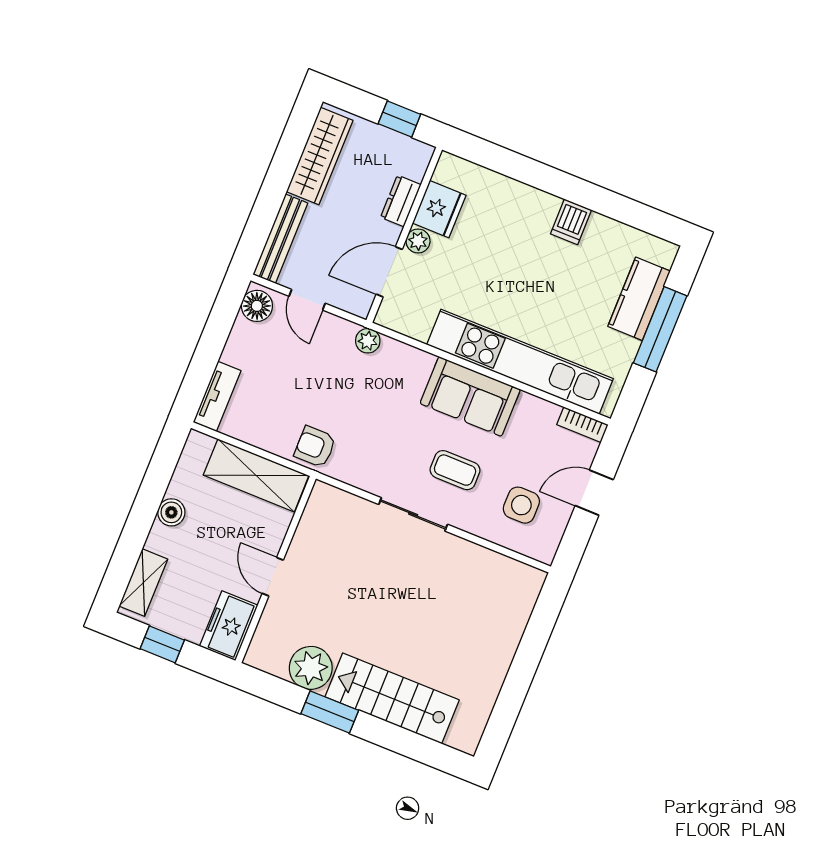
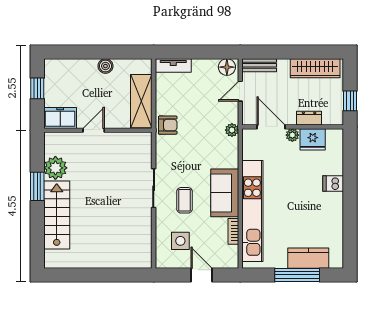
dishwasher: (571, 222) -> (333, 184), moved
bench: (280, 239) -> (259, 65), width x0.73
bookcase: (582, 425) -> (233, 231), moved
armchair: (315, 447) -> (168, 125), turned 90
shelving: (143, 583) -> (64, 66), removed

